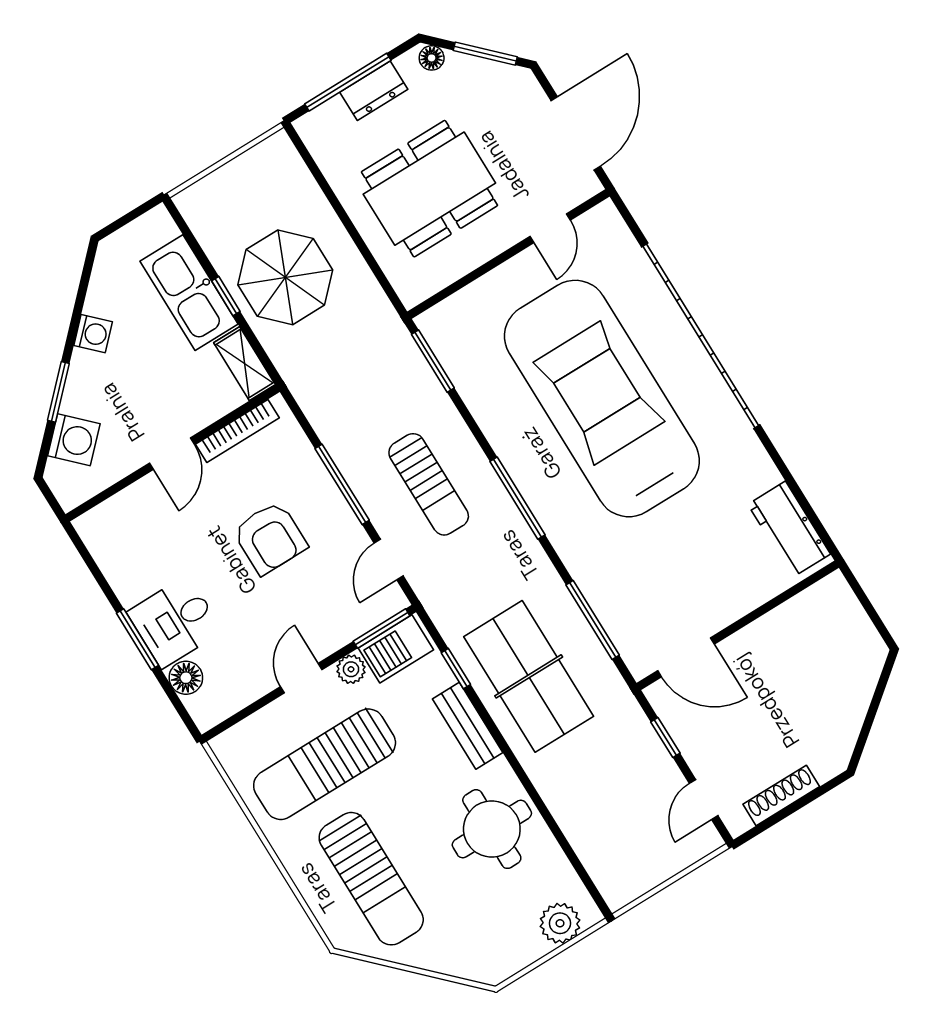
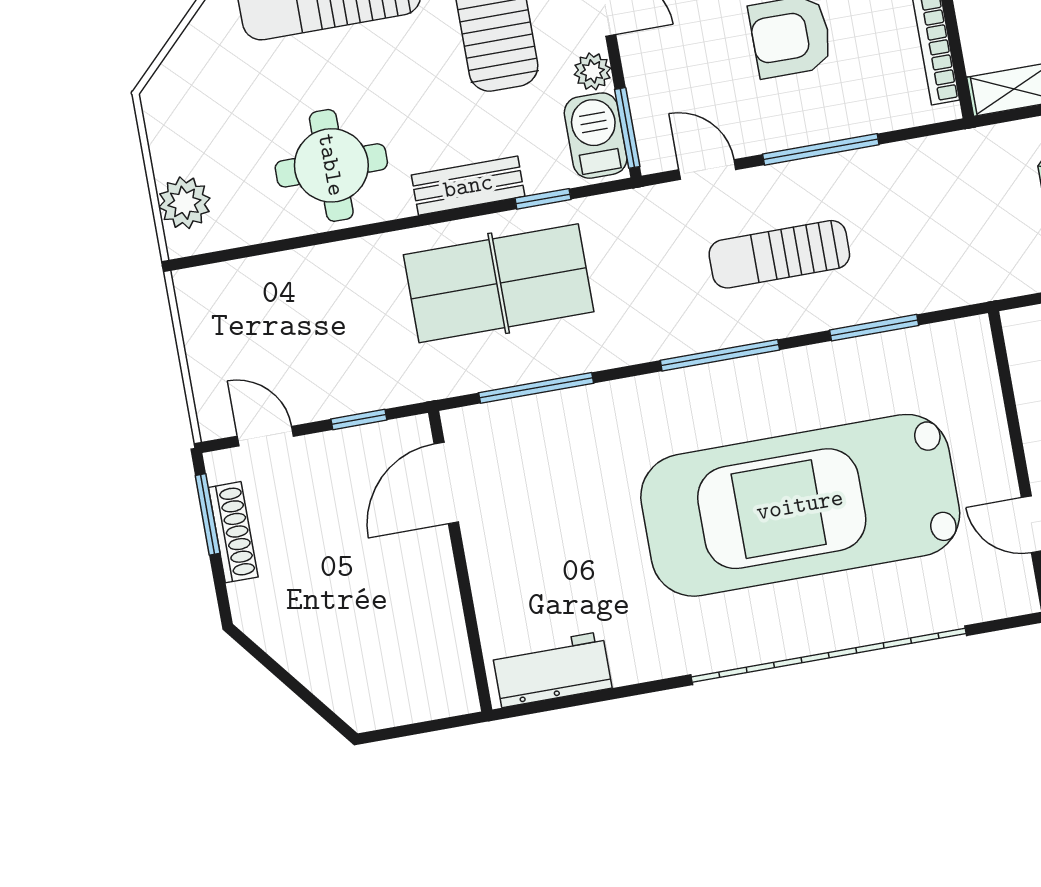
window: (433, 361) -> (874, 328), moved
car: (602, 399) -> (800, 505), turned 180
window: (776, 819) -> (208, 514), added

